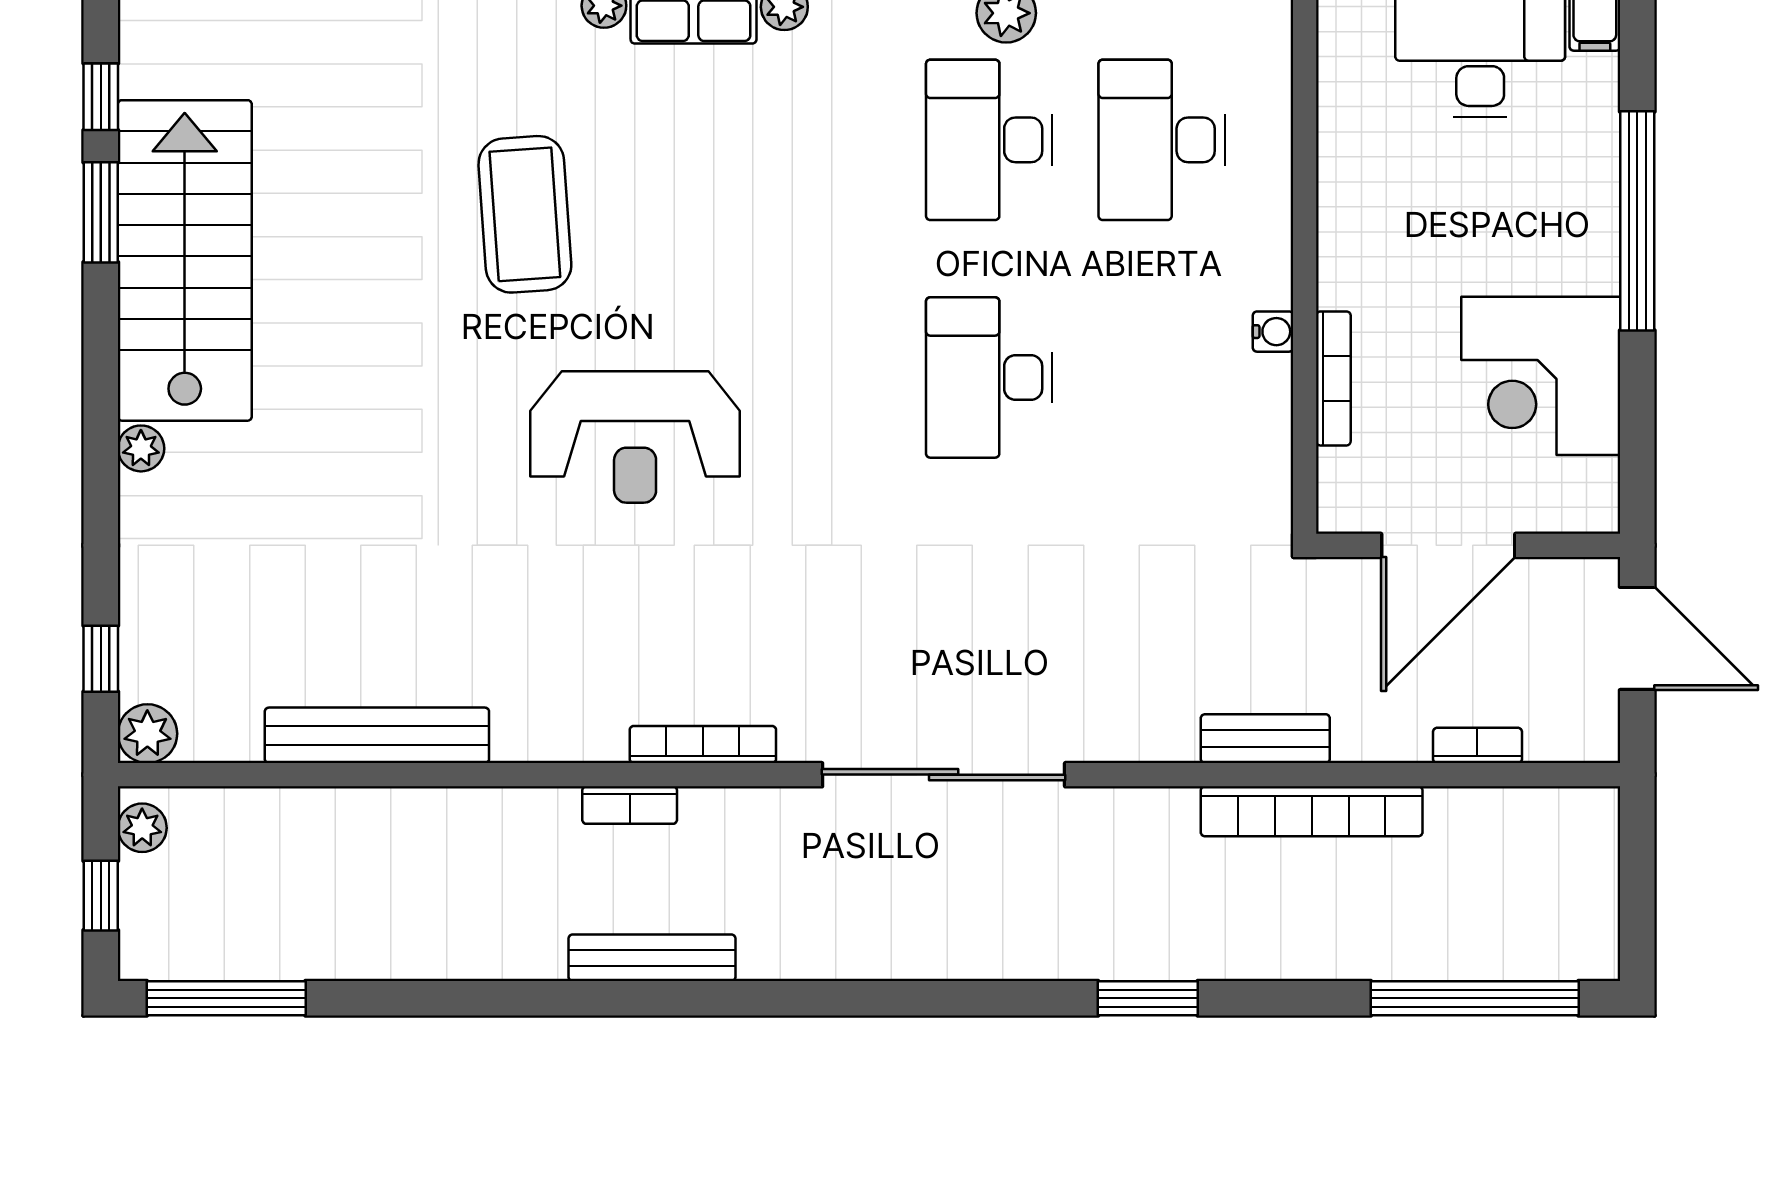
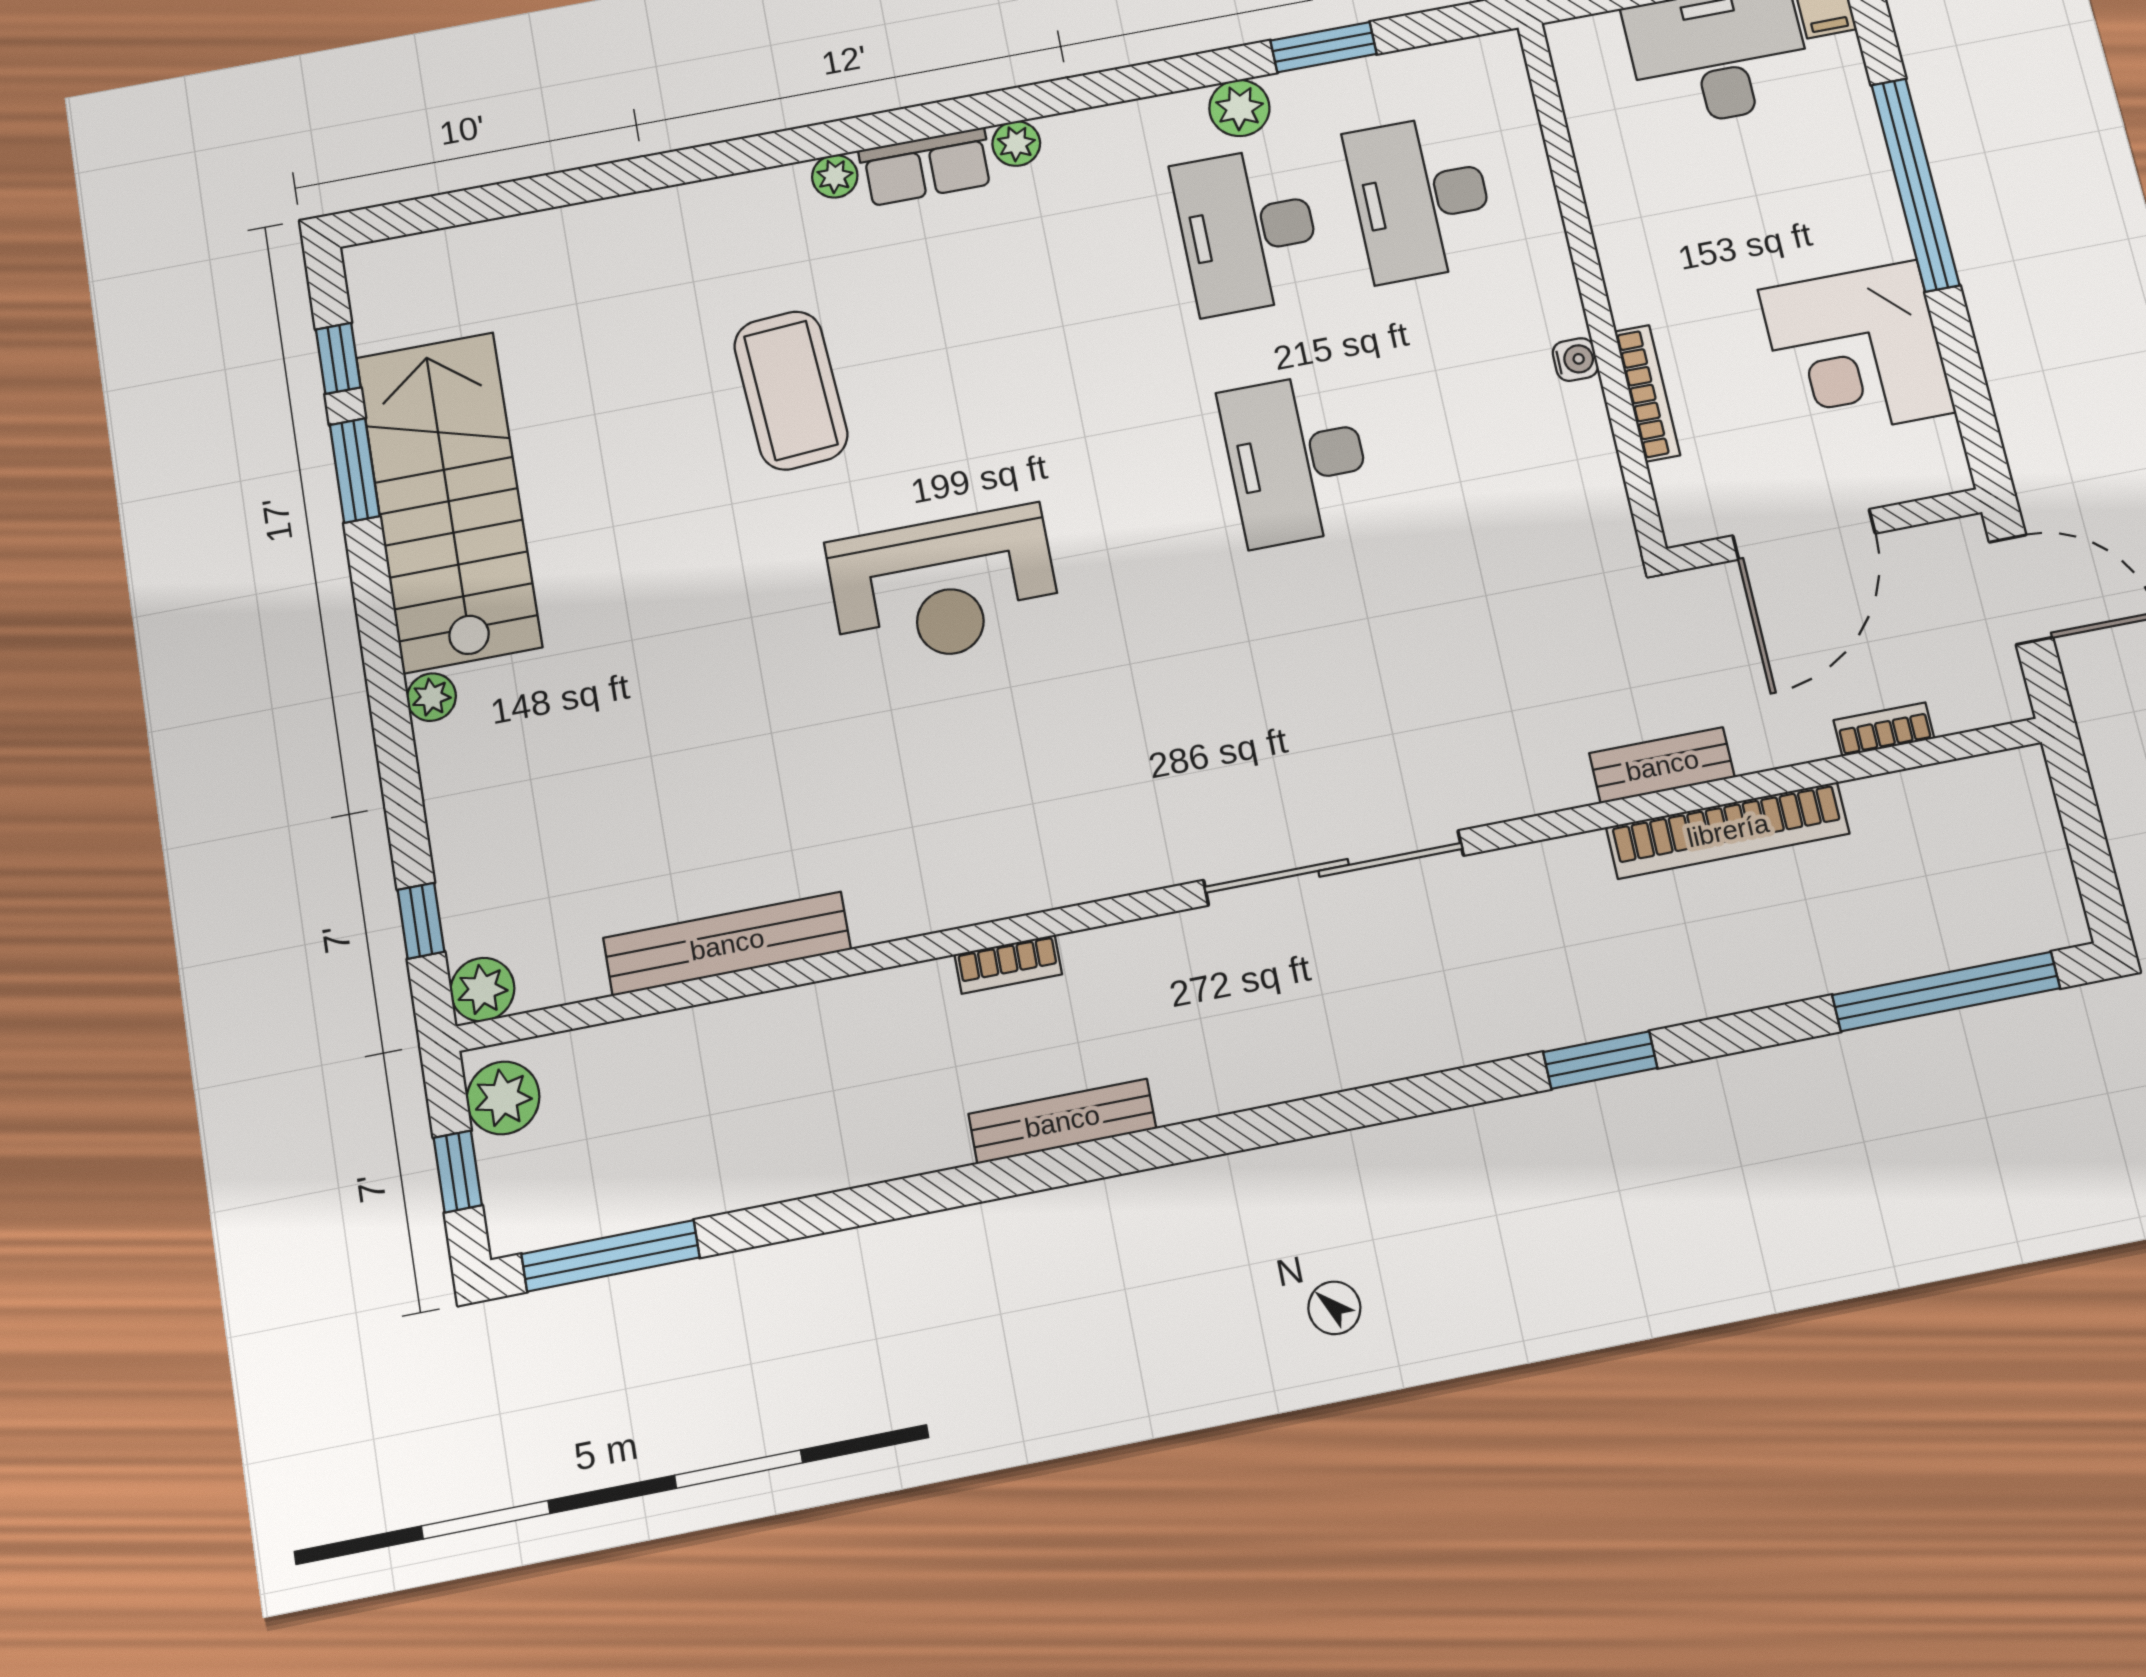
bookcase: (703, 745) -> (1074, 886), removed
plant: (142, 828) -> (503, 1098), width x1.38, depth x1.38

